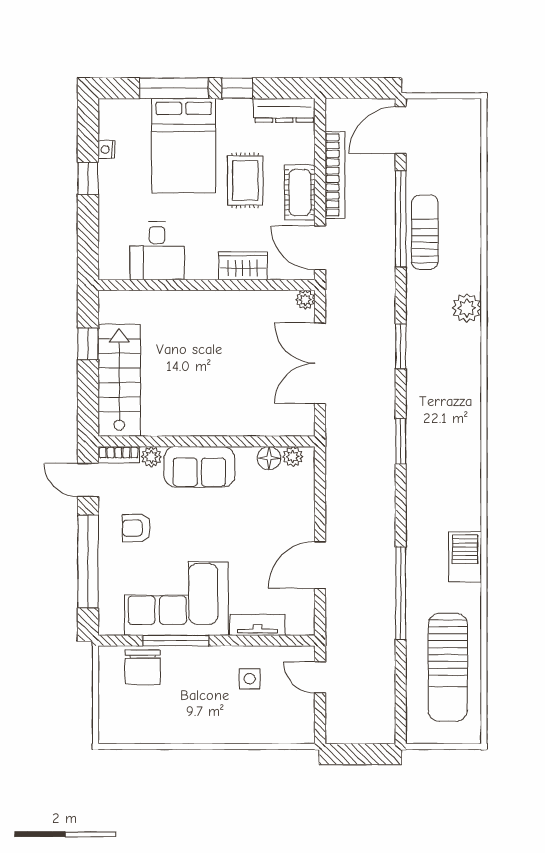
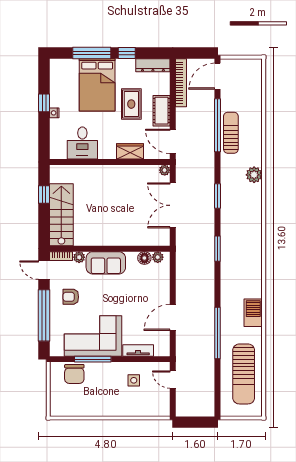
nightstand: (106, 150) -> (54, 113), moved
bookcase: (335, 175) -> (181, 83), moved

